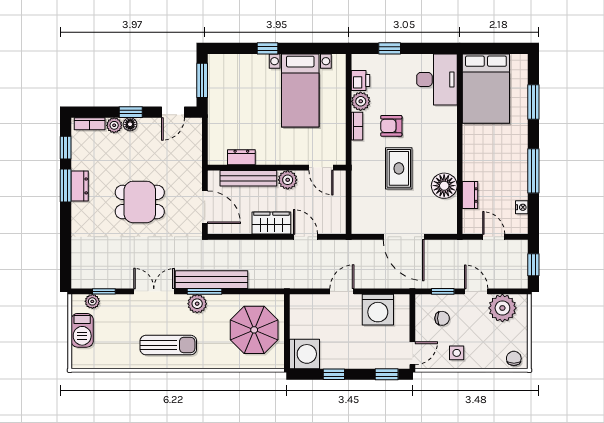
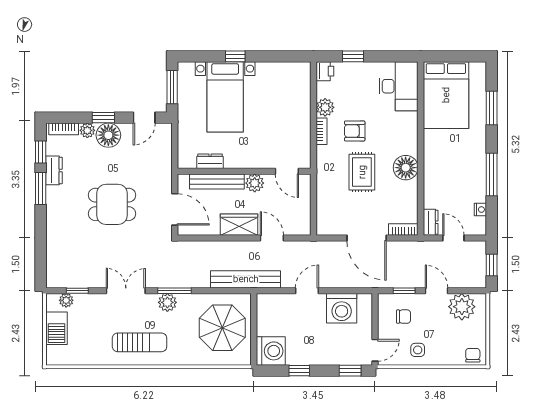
printer: (361, 81) -> (325, 71), moved
bed with nightstands: (300, 90) -> (225, 97), moved
floor lamp: (130, 124) -> (108, 135), width x1.89, depth x1.89
dresser: (80, 186) -> (54, 170), moved
floor lamp: (444, 186) -> (406, 168), moved
dresser: (470, 195) -> (431, 222), moved
bookcase: (442, 228) -> (403, 229), added
bench: (212, 280) -> (246, 279), moved

